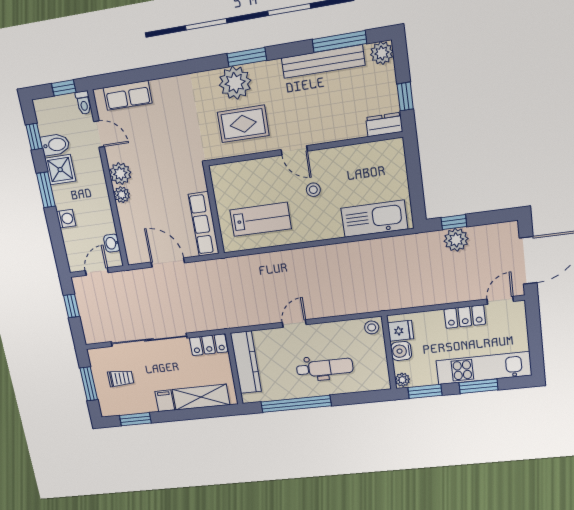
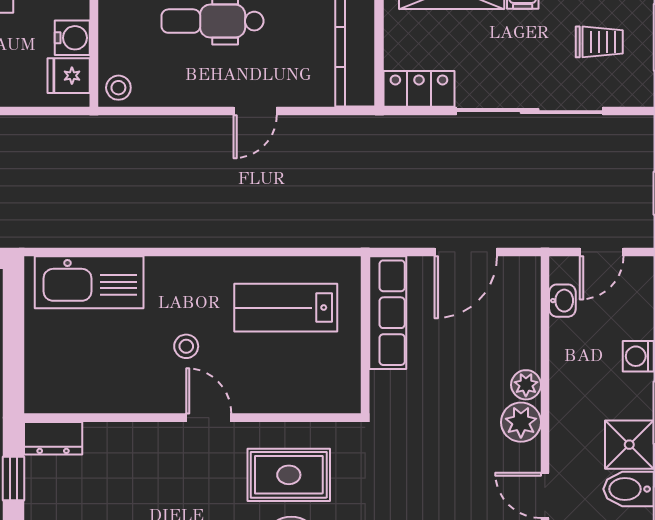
door: (168, 262) -> (466, 252), hinge flipped
trolley: (121, 378) -> (599, 42), turned 180

